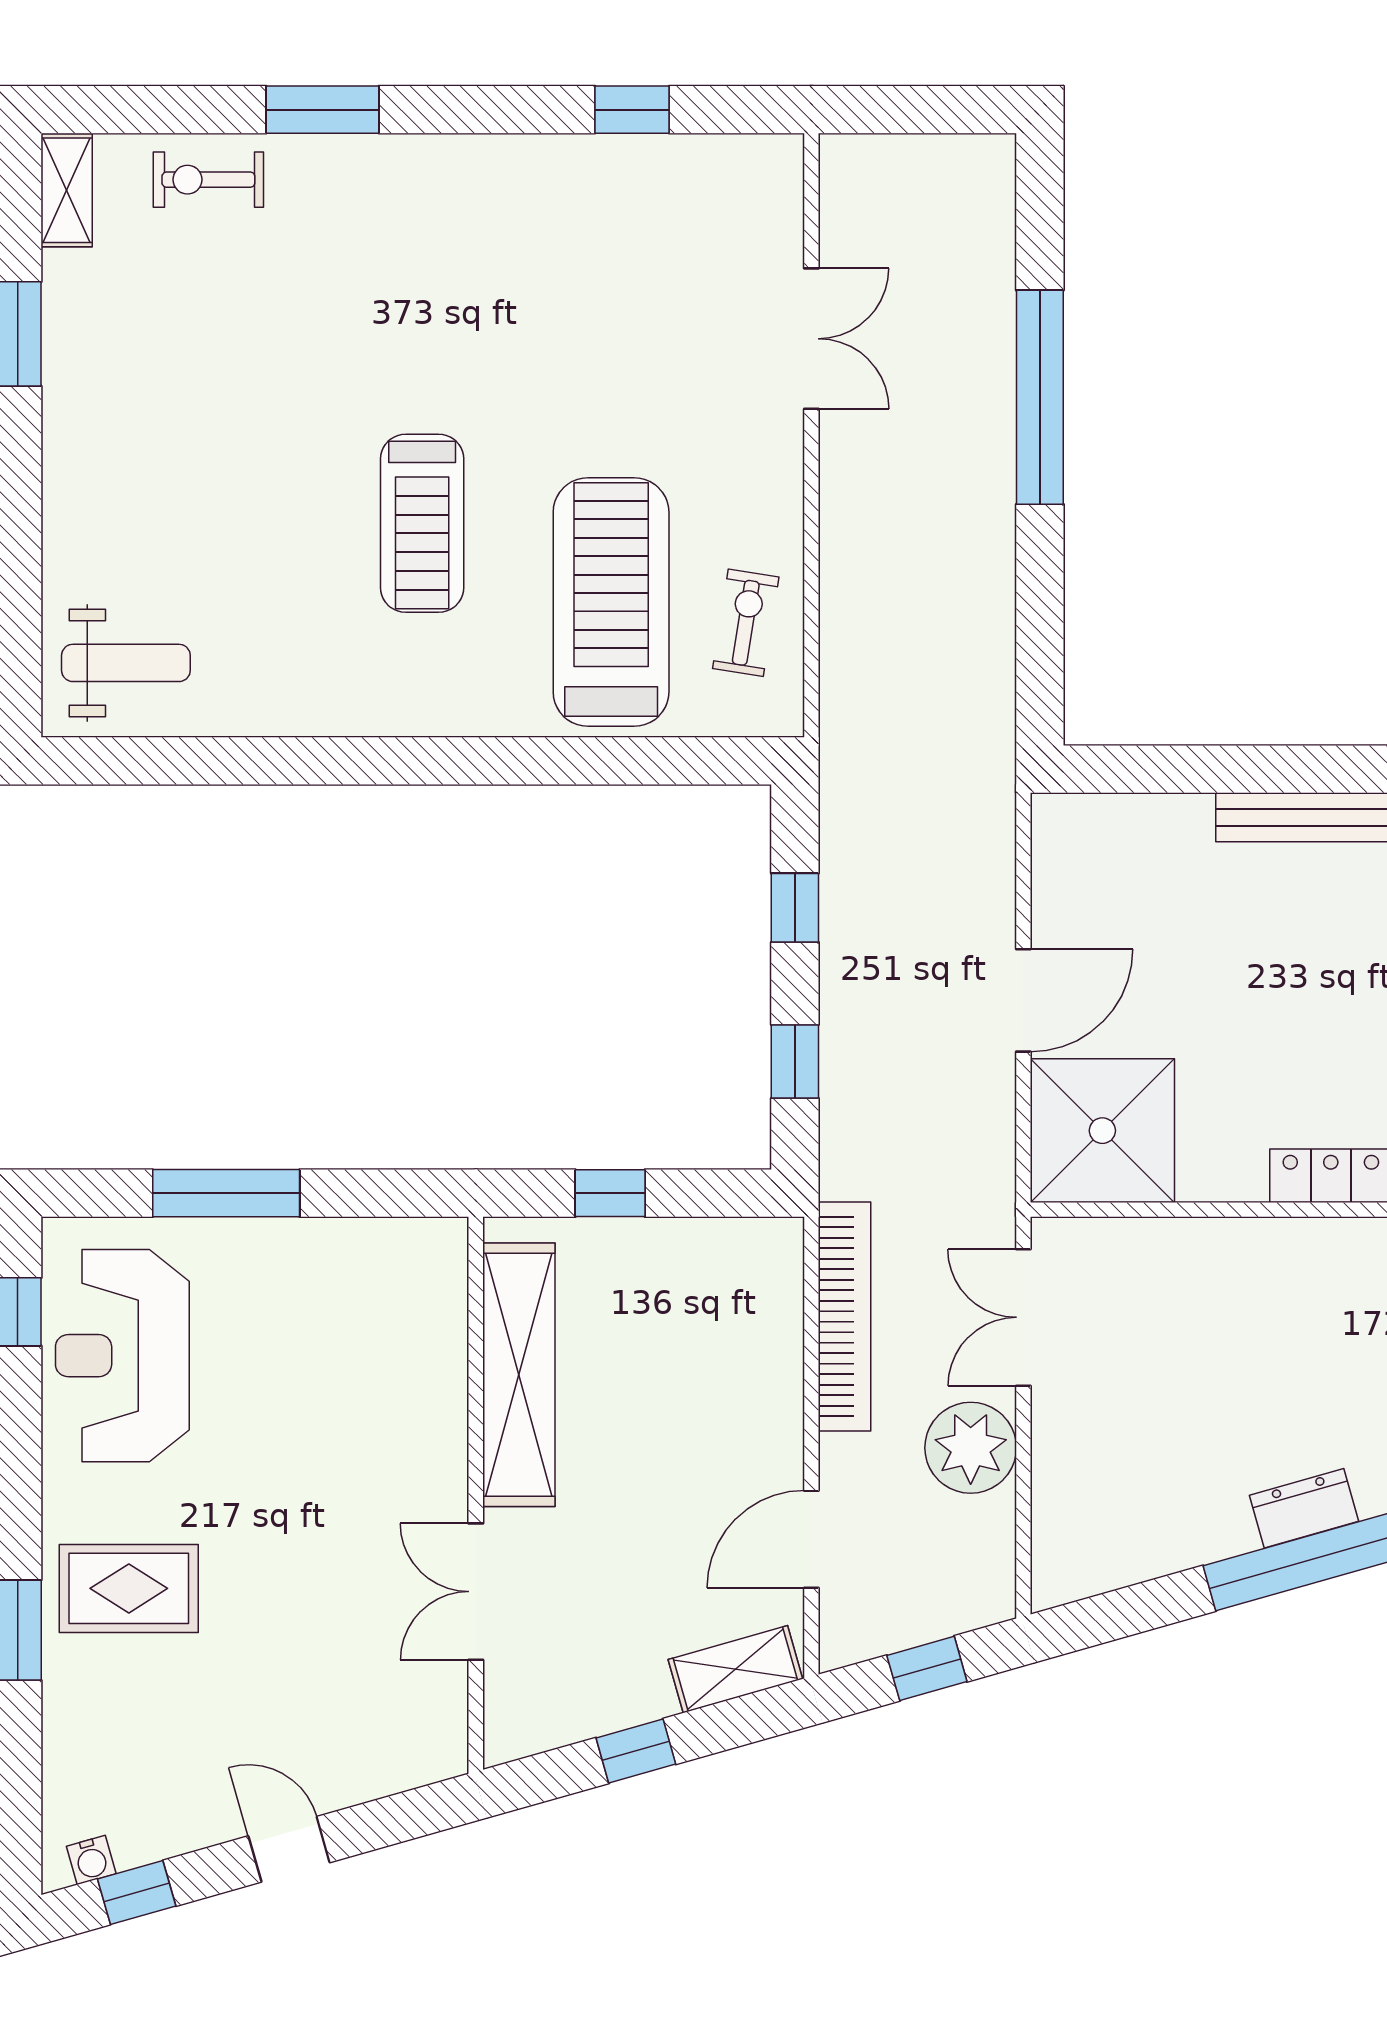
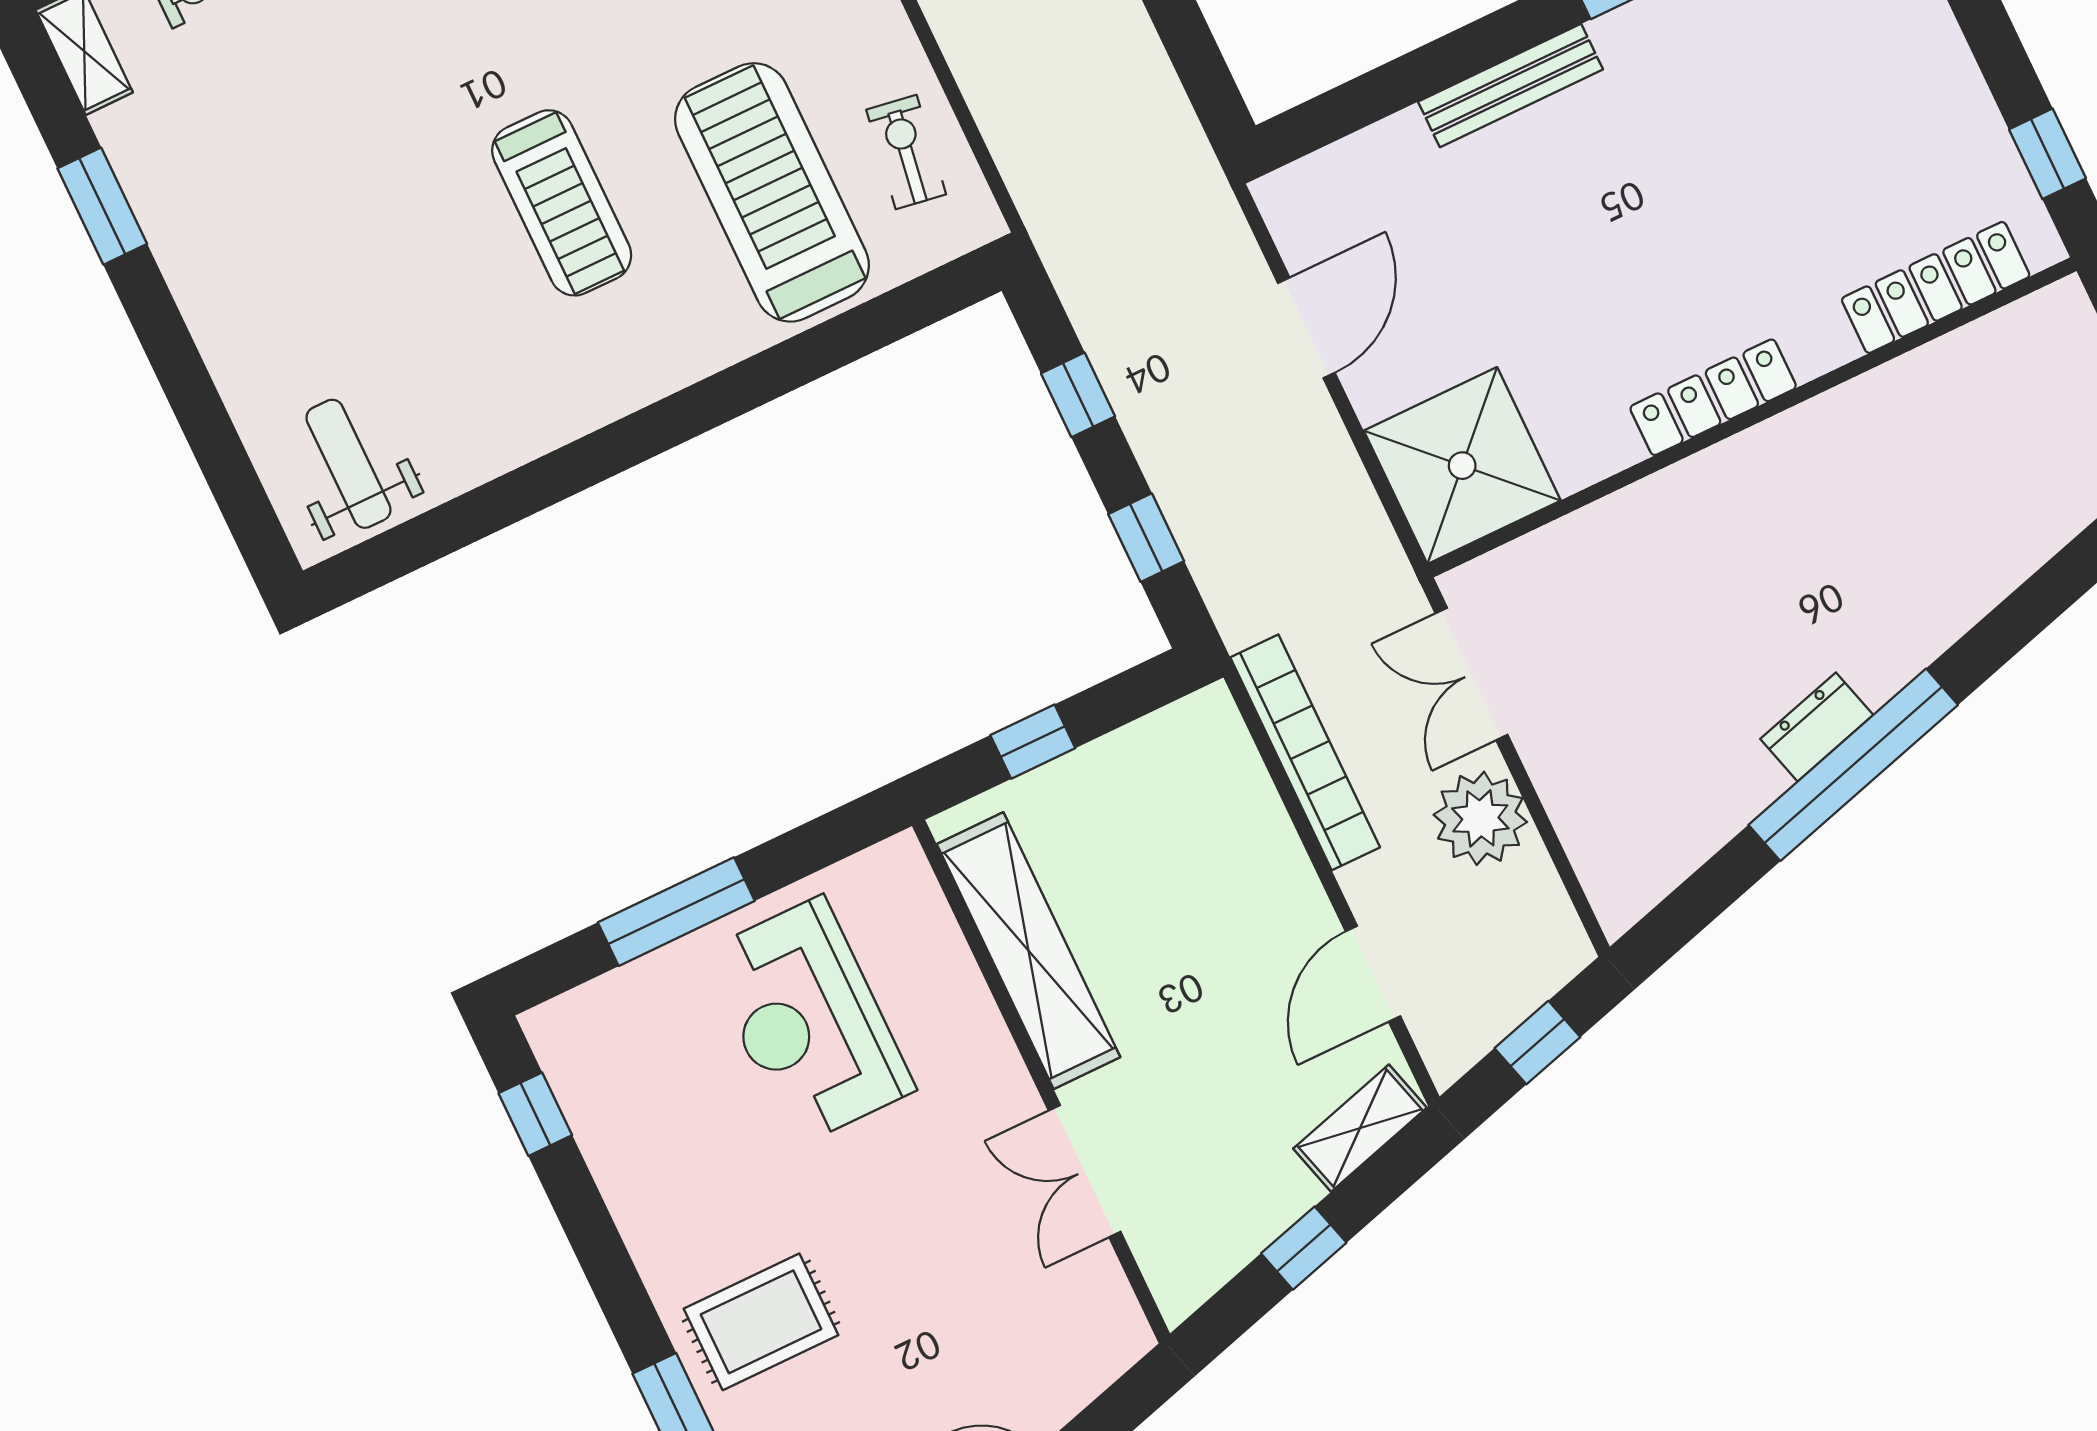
weight bench: (126, 663) -> (348, 464), turned -90
door: (1023, 1000) -> (1306, 328), moved
reception desk: (122, 1356) -> (809, 1021), moved

